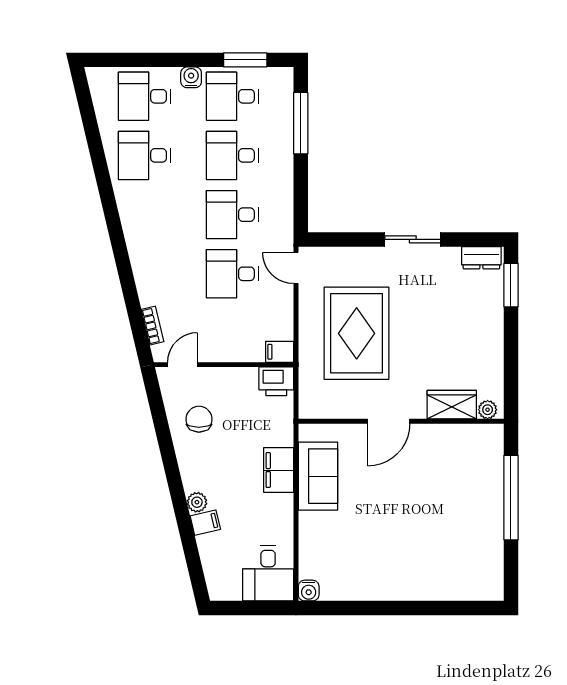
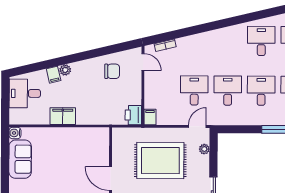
plant: (336, 256) -> (204, 149), added
filing cabinet: (279, 470) -> (63, 116), moved
sofa: (318, 476) -> (20, 159), moved, turned -90
desk: (268, 573) -> (25, 93), moved

